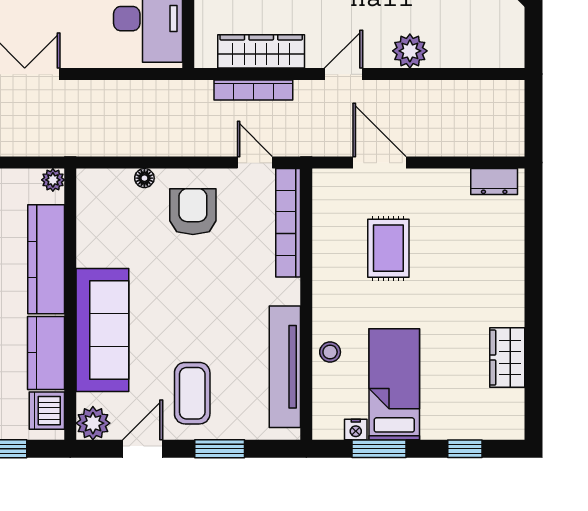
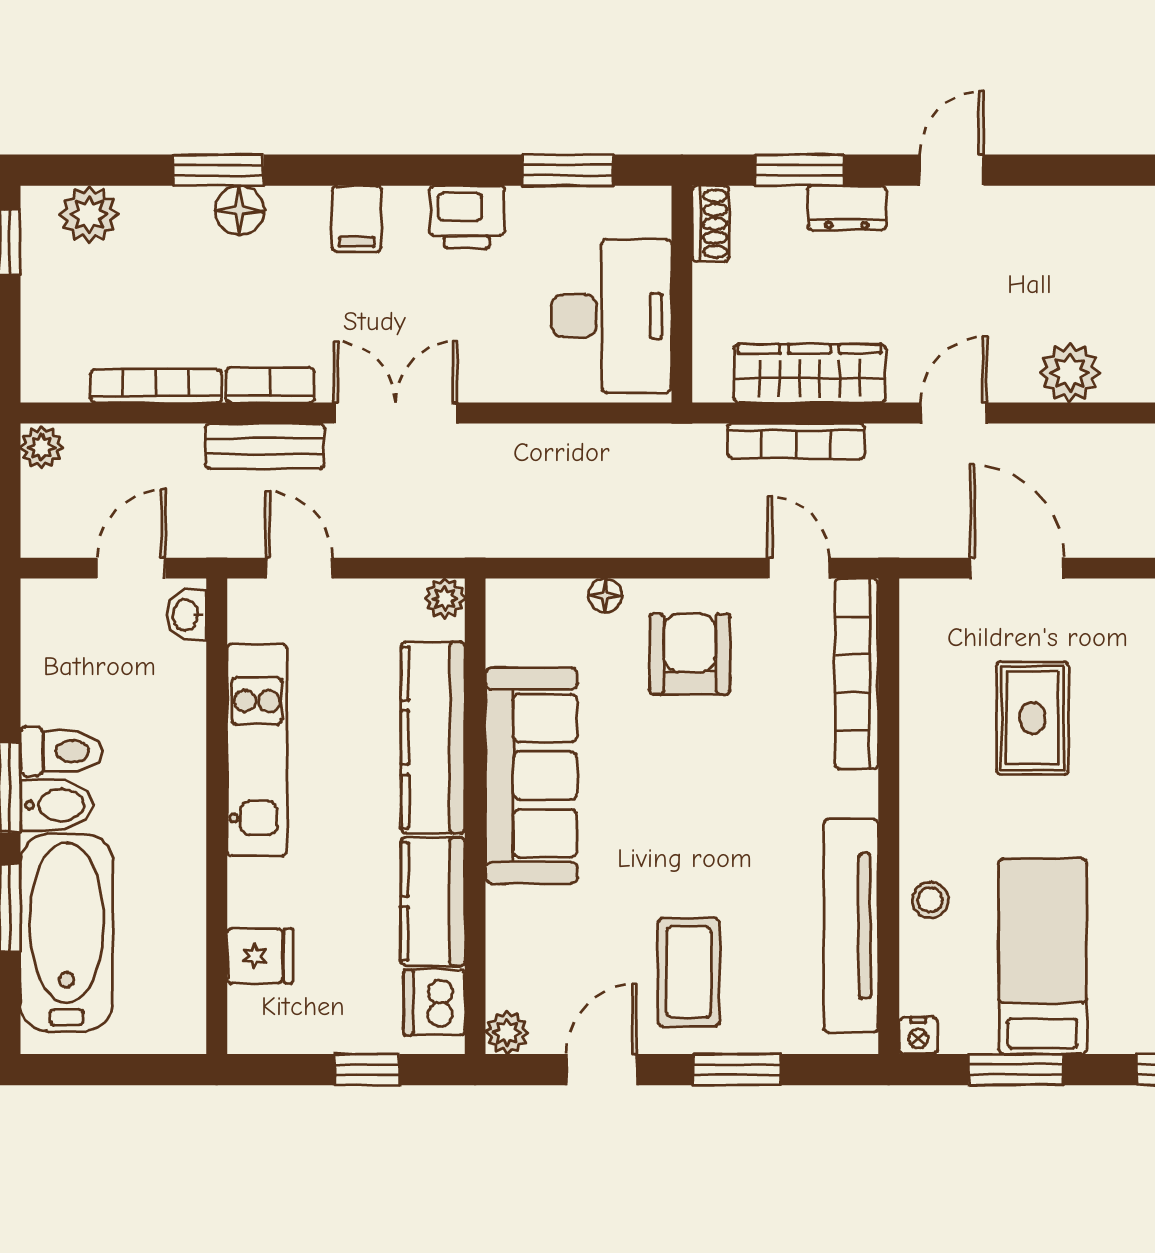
sofa: (102, 330) -> (531, 776), moved
plant: (93, 423) -> (507, 1033), width x0.73, depth x0.73
nightstand: (356, 430) -> (918, 1036), moved

